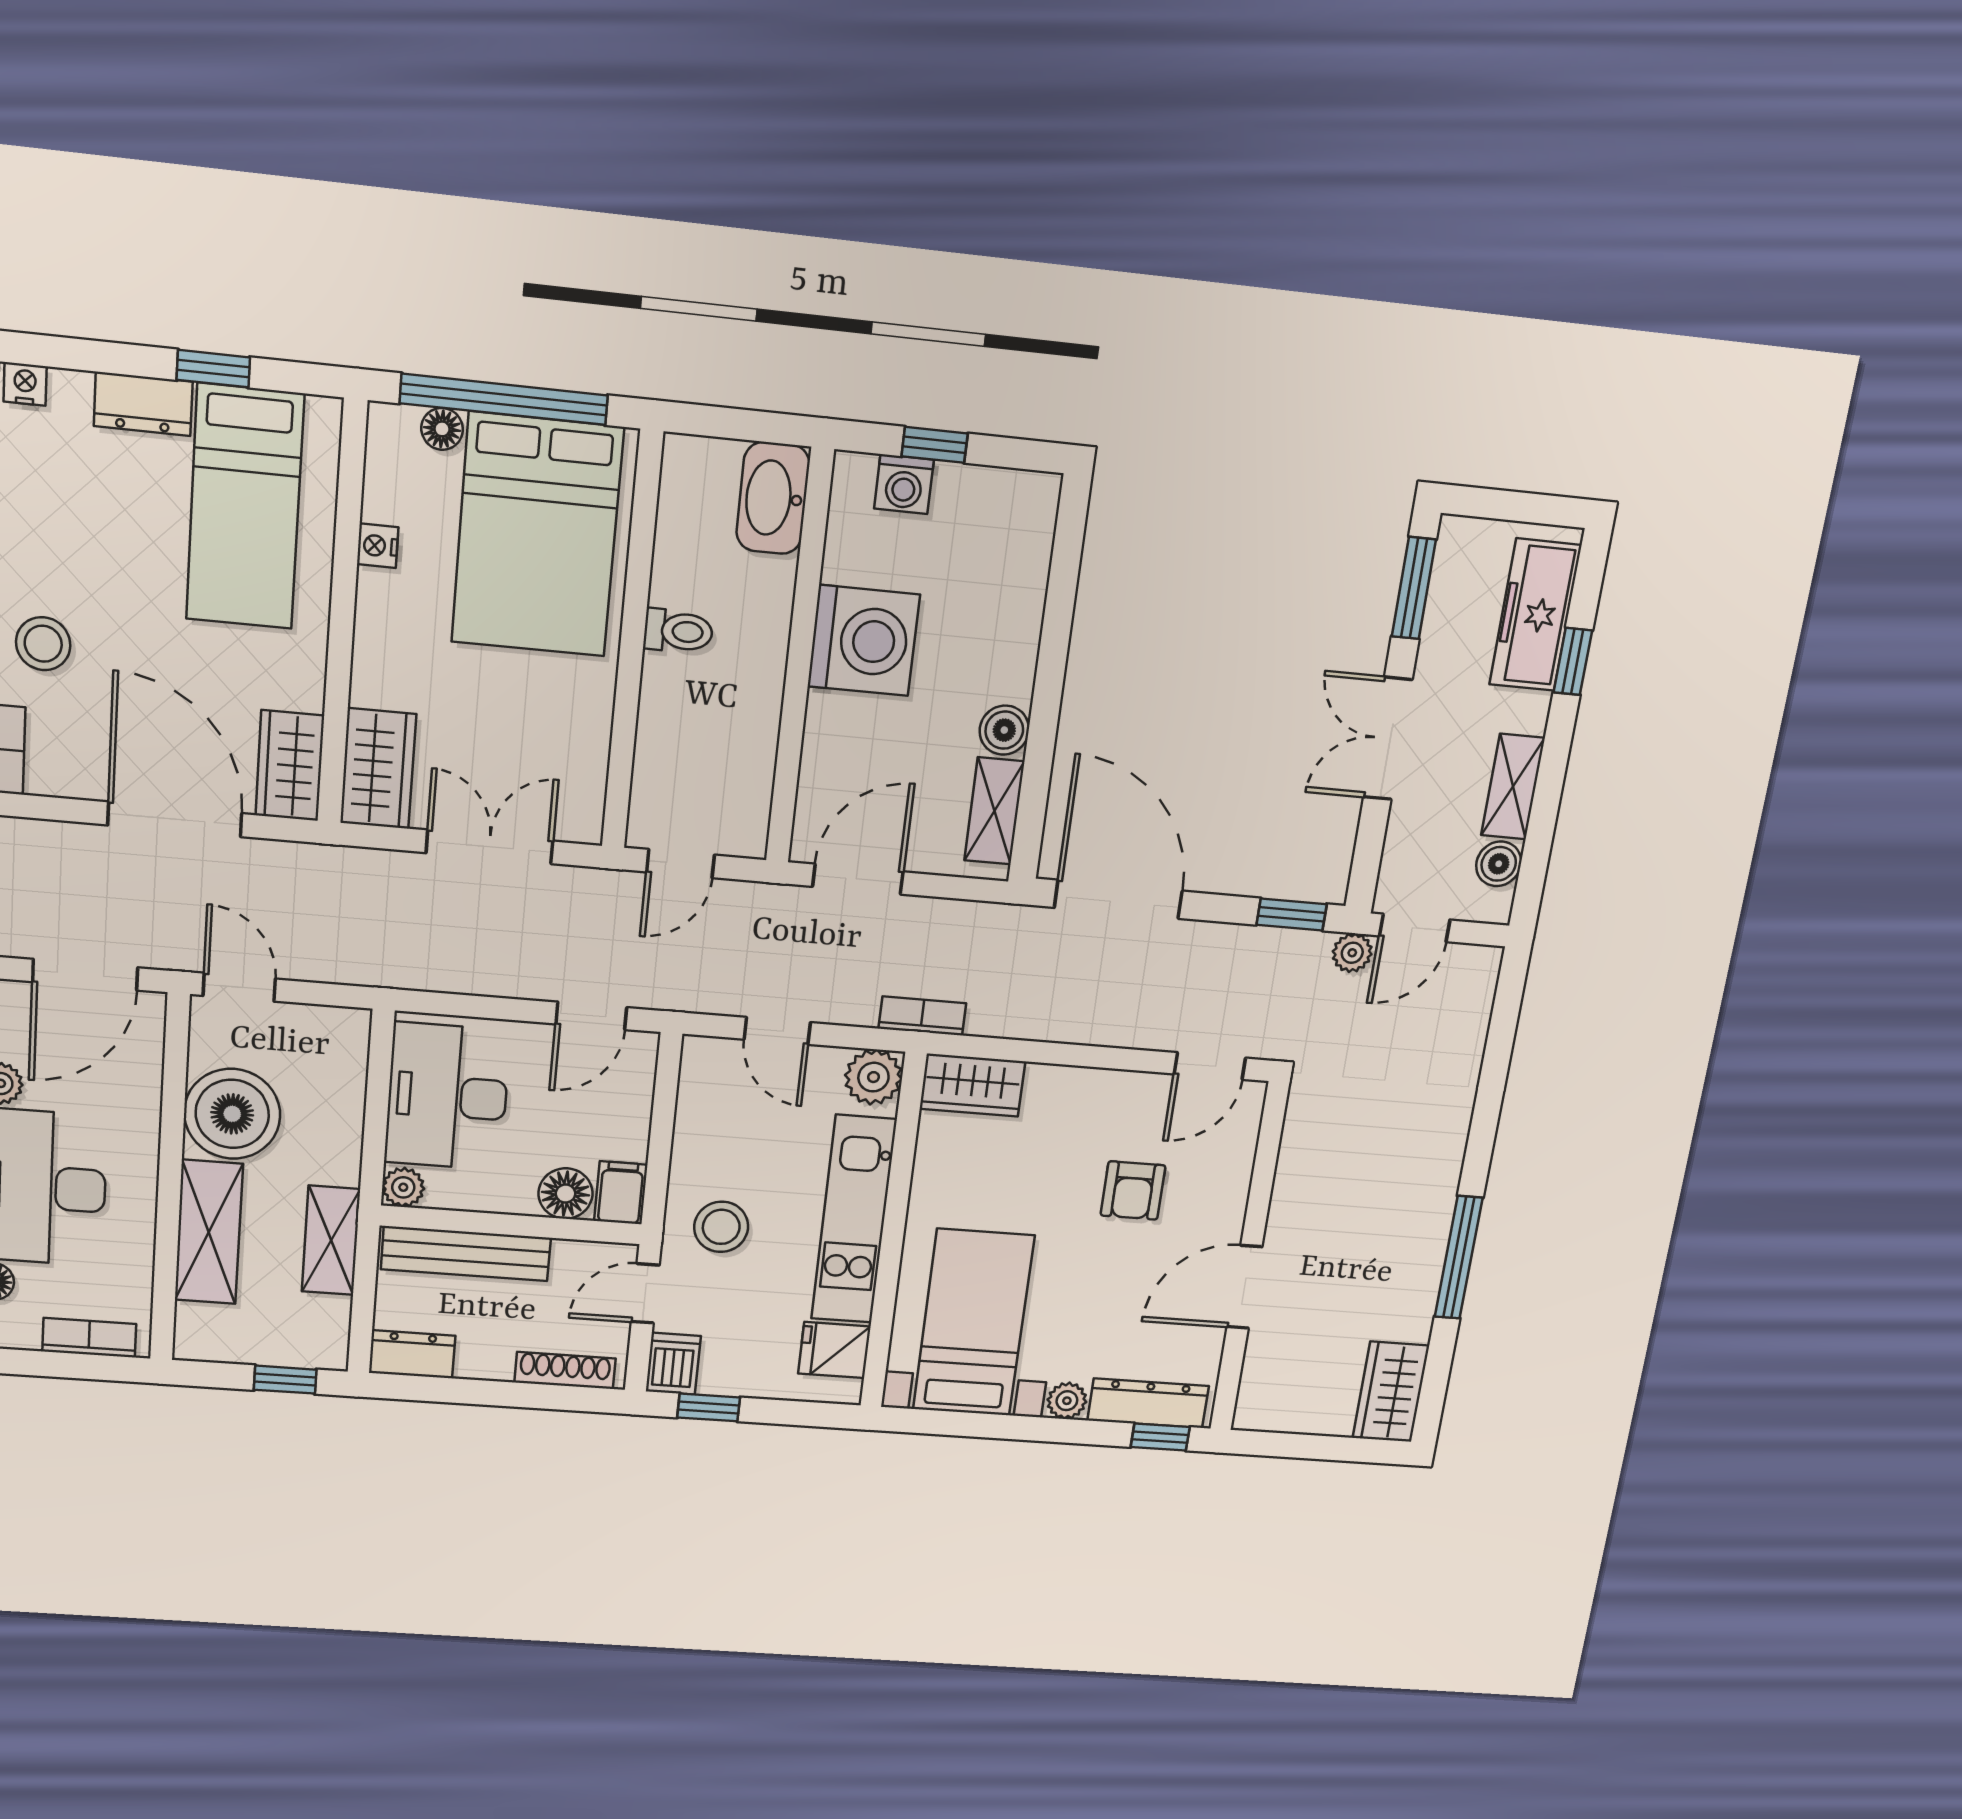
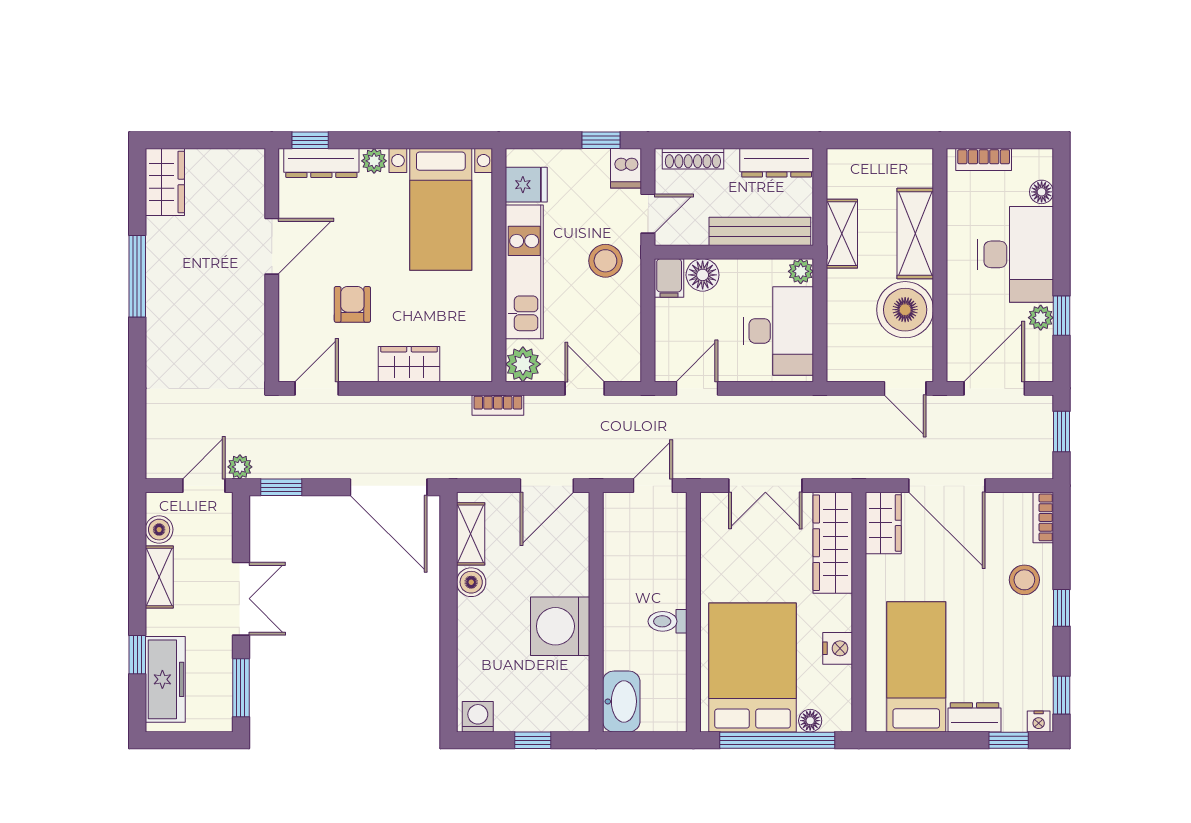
window: (213, 369) -> (1009, 740), moved
washing machine: (904, 484) -> (478, 717), moved
nightstand: (378, 546) -> (838, 648), width x1.39, depth x1.35
wardrobe: (378, 769) -> (833, 543), width x1.50
wardrobe: (972, 1085) -> (409, 364), moved
dresser: (412, 1354) -> (777, 163), width x1.44
window: (285, 1380) -> (864, 140), removed

